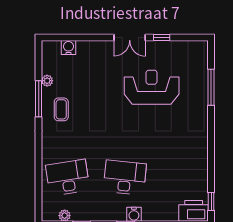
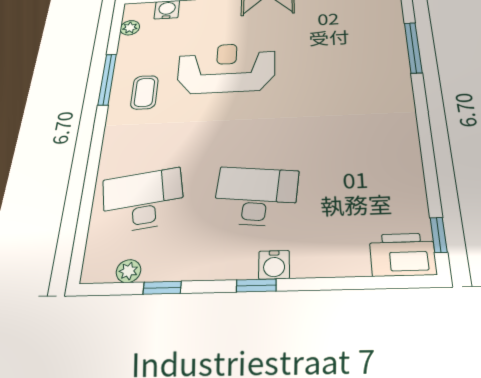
plant: (47, 81) -> (130, 28), moved
reception desk: (152, 87) -> (226, 68), moved

